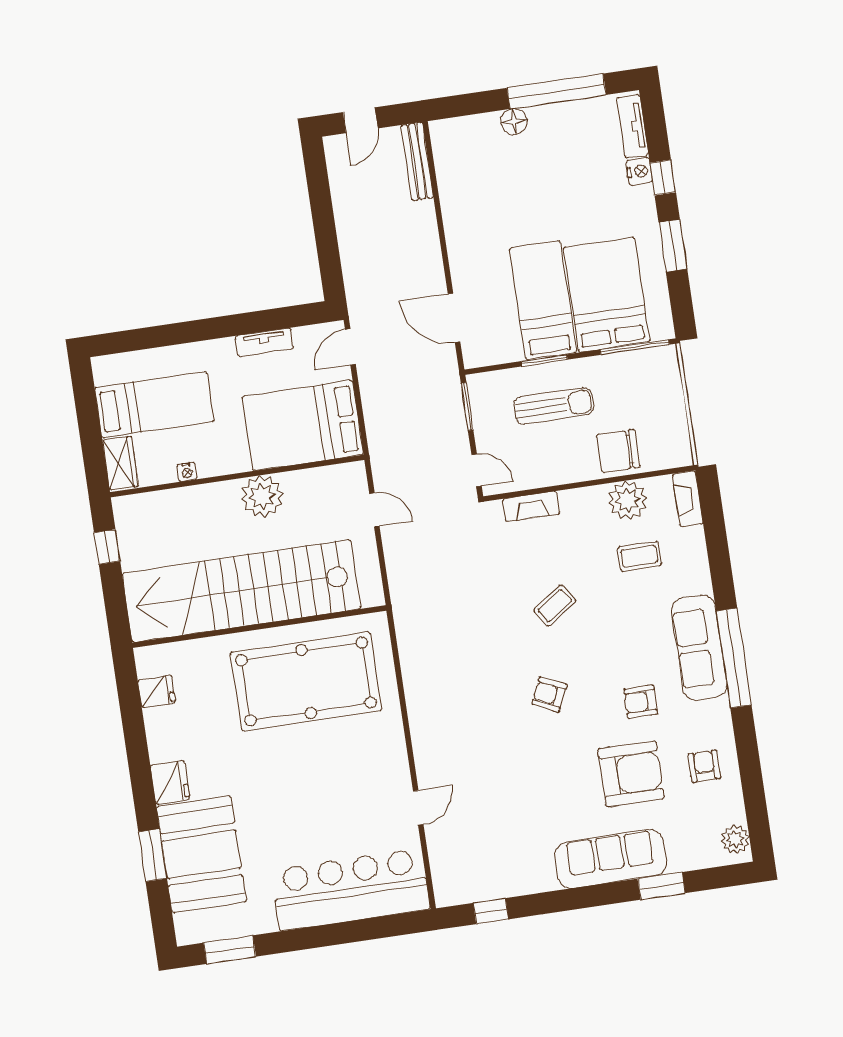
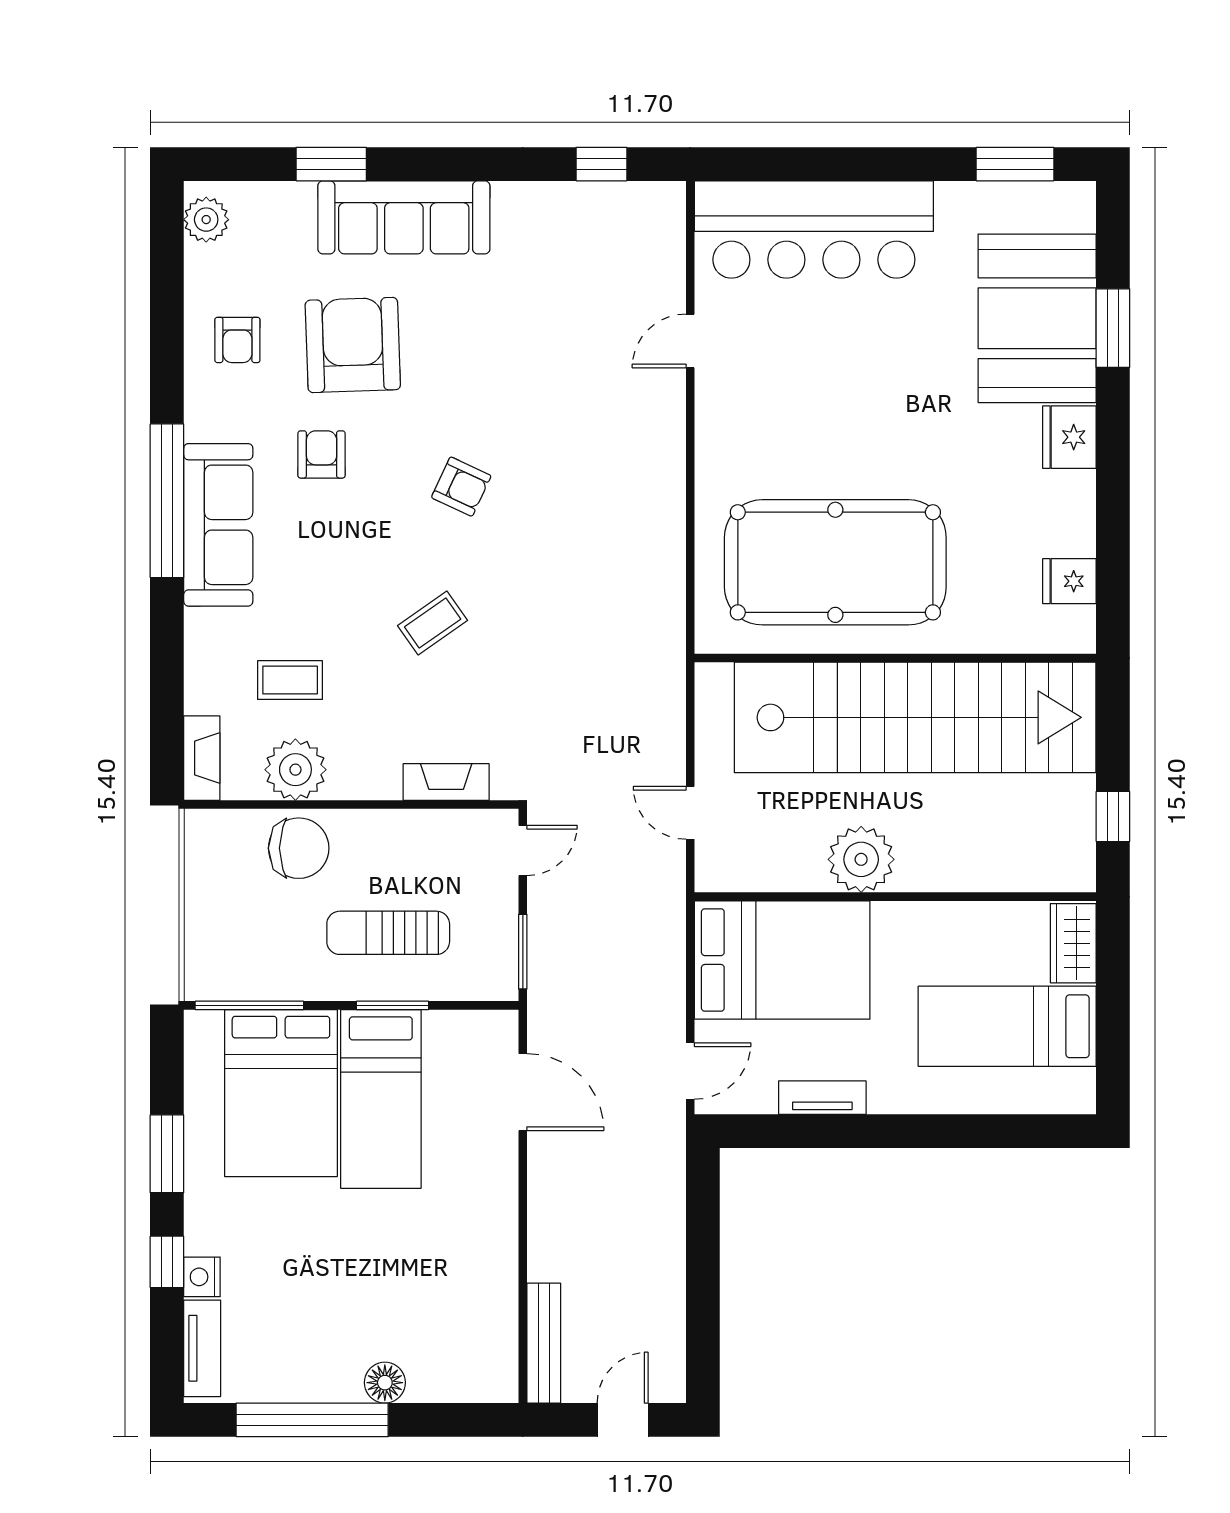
door: (477, 470) -> (523, 850), swing flipped
nightstand: (187, 472) -> (972, 915), removed
armchair: (641, 702) -> (322, 454), turned -90
armchair: (631, 774) -> (353, 345), turned 88

